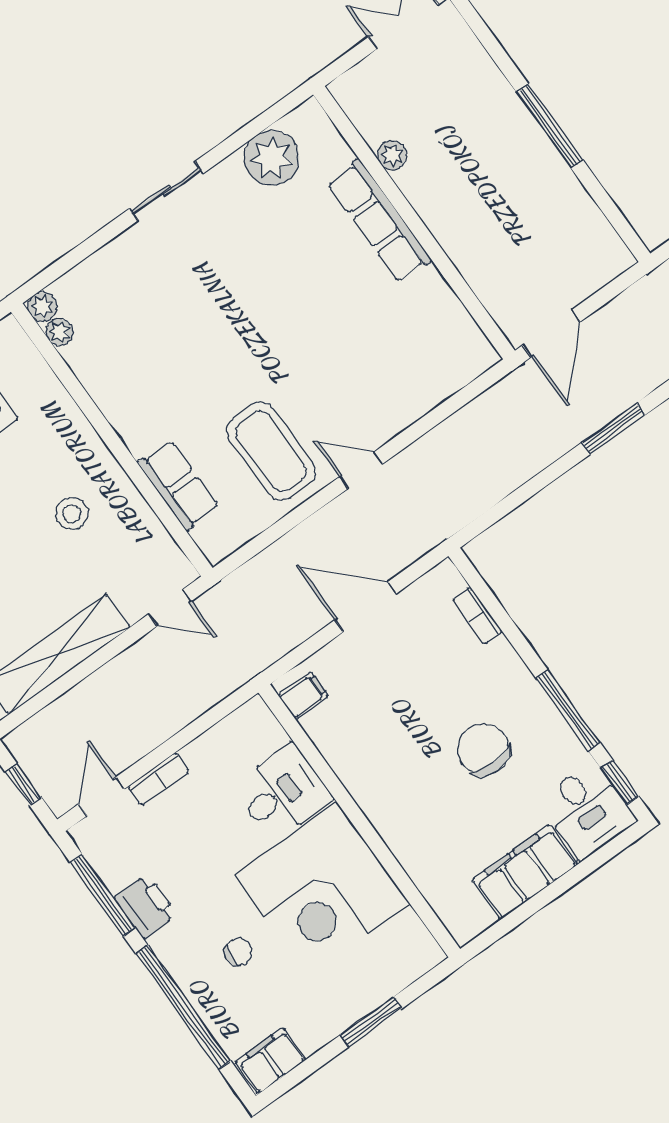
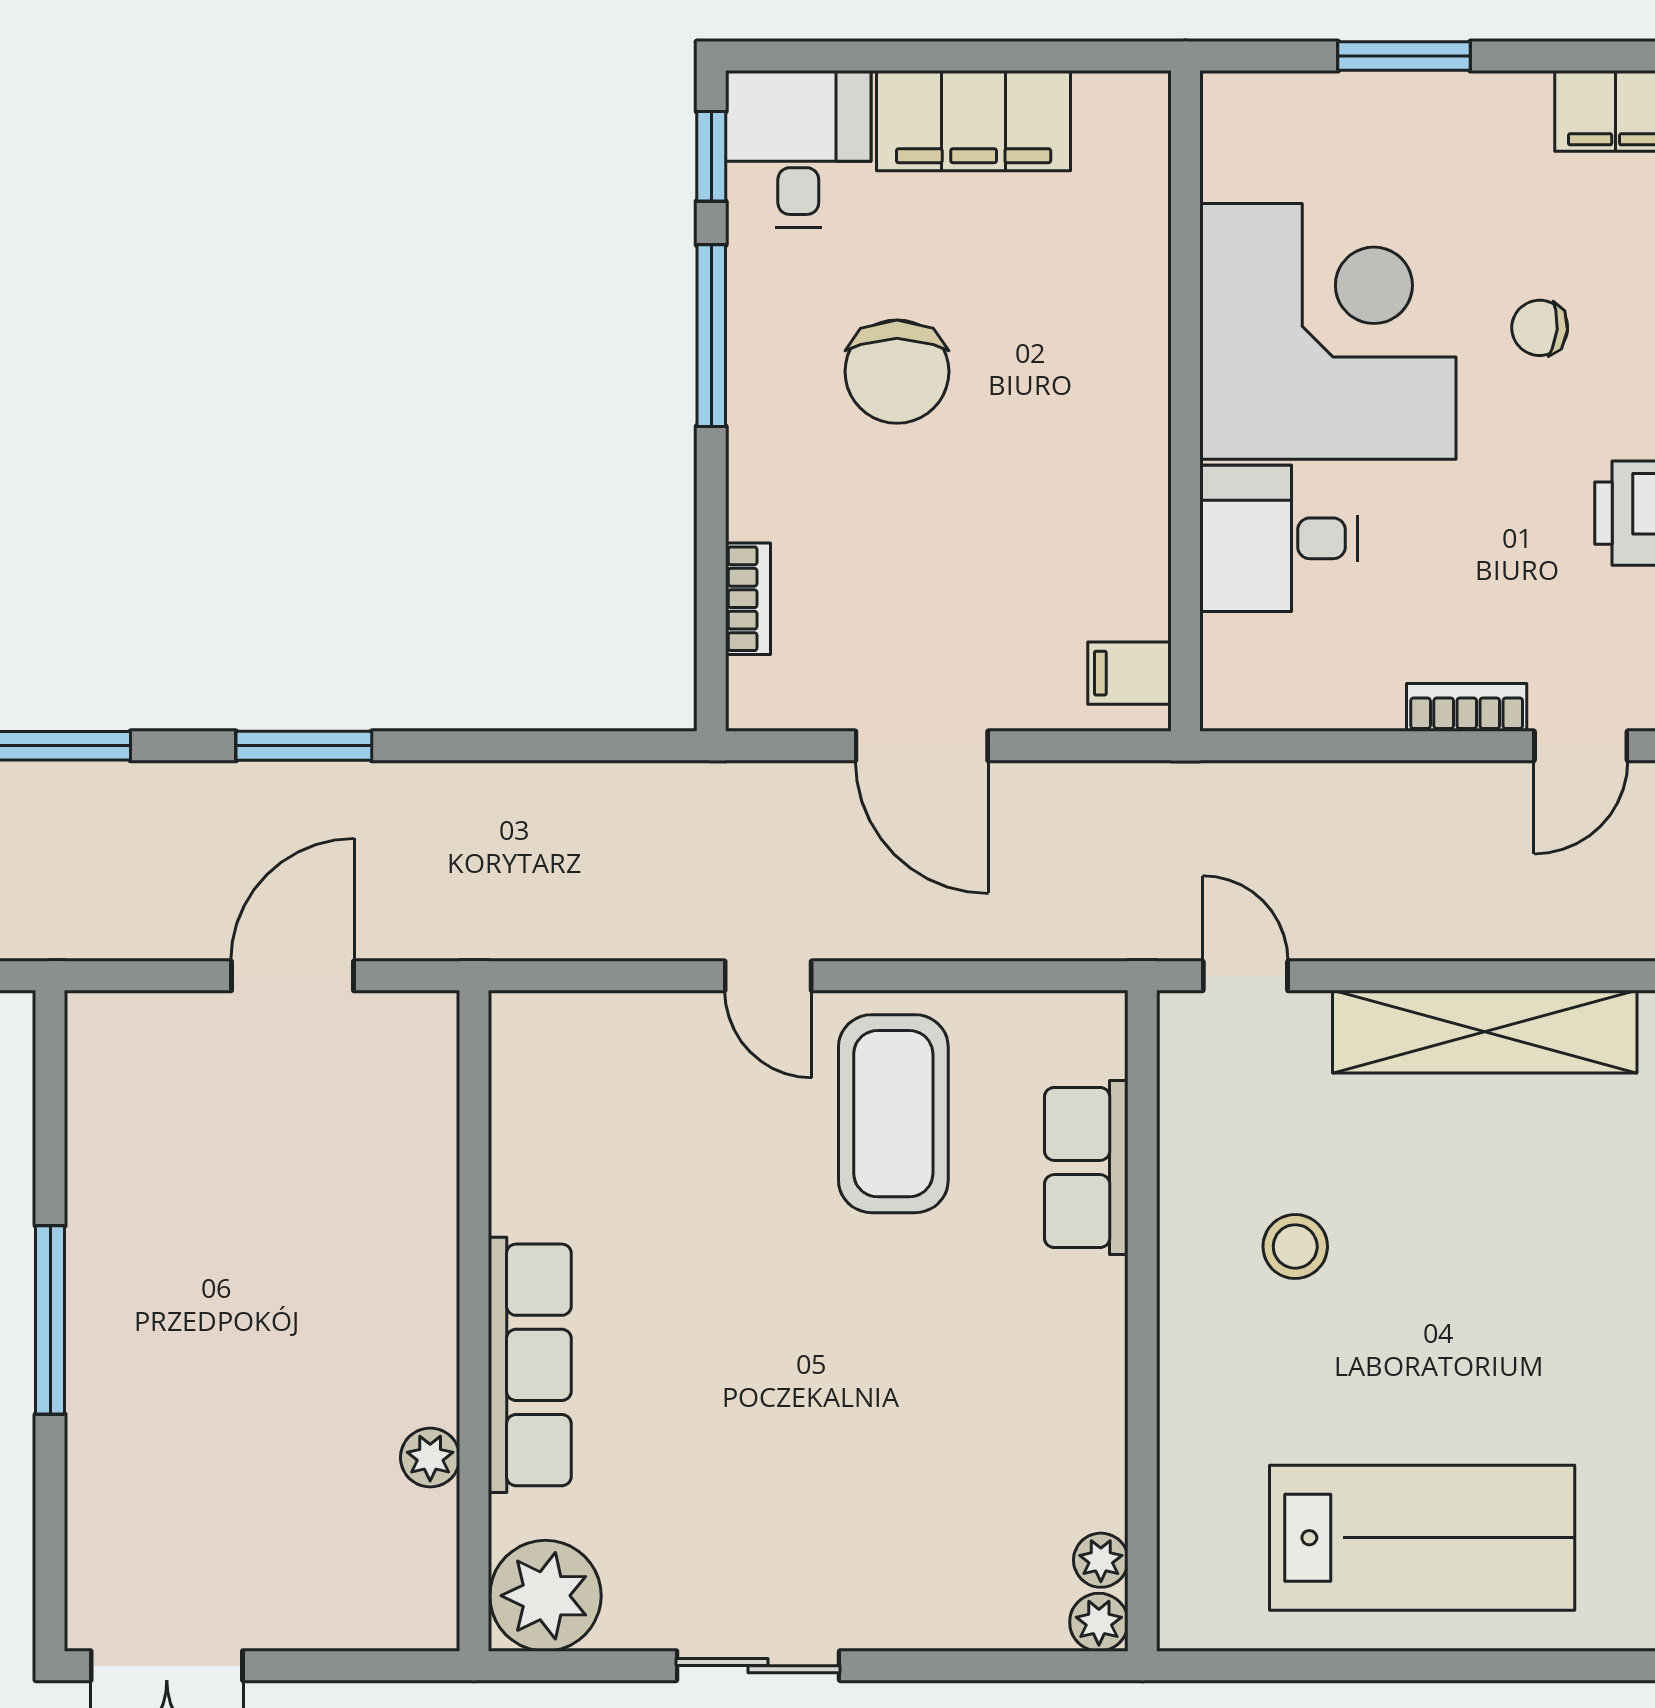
plant: (392, 155) -> (430, 1457), moved
row of seats: (379, 221) -> (530, 1365), moved
wall: (414, 223) -> (474, 1321), moved

